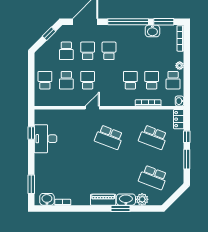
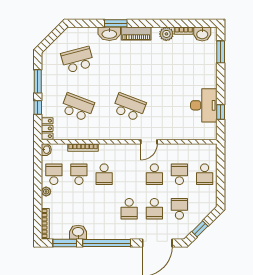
school desk: (152, 80) -> (79, 174), turned 180
school desk: (153, 177) -> (77, 60), turned -36
plant: (142, 199) -> (166, 34), moved

